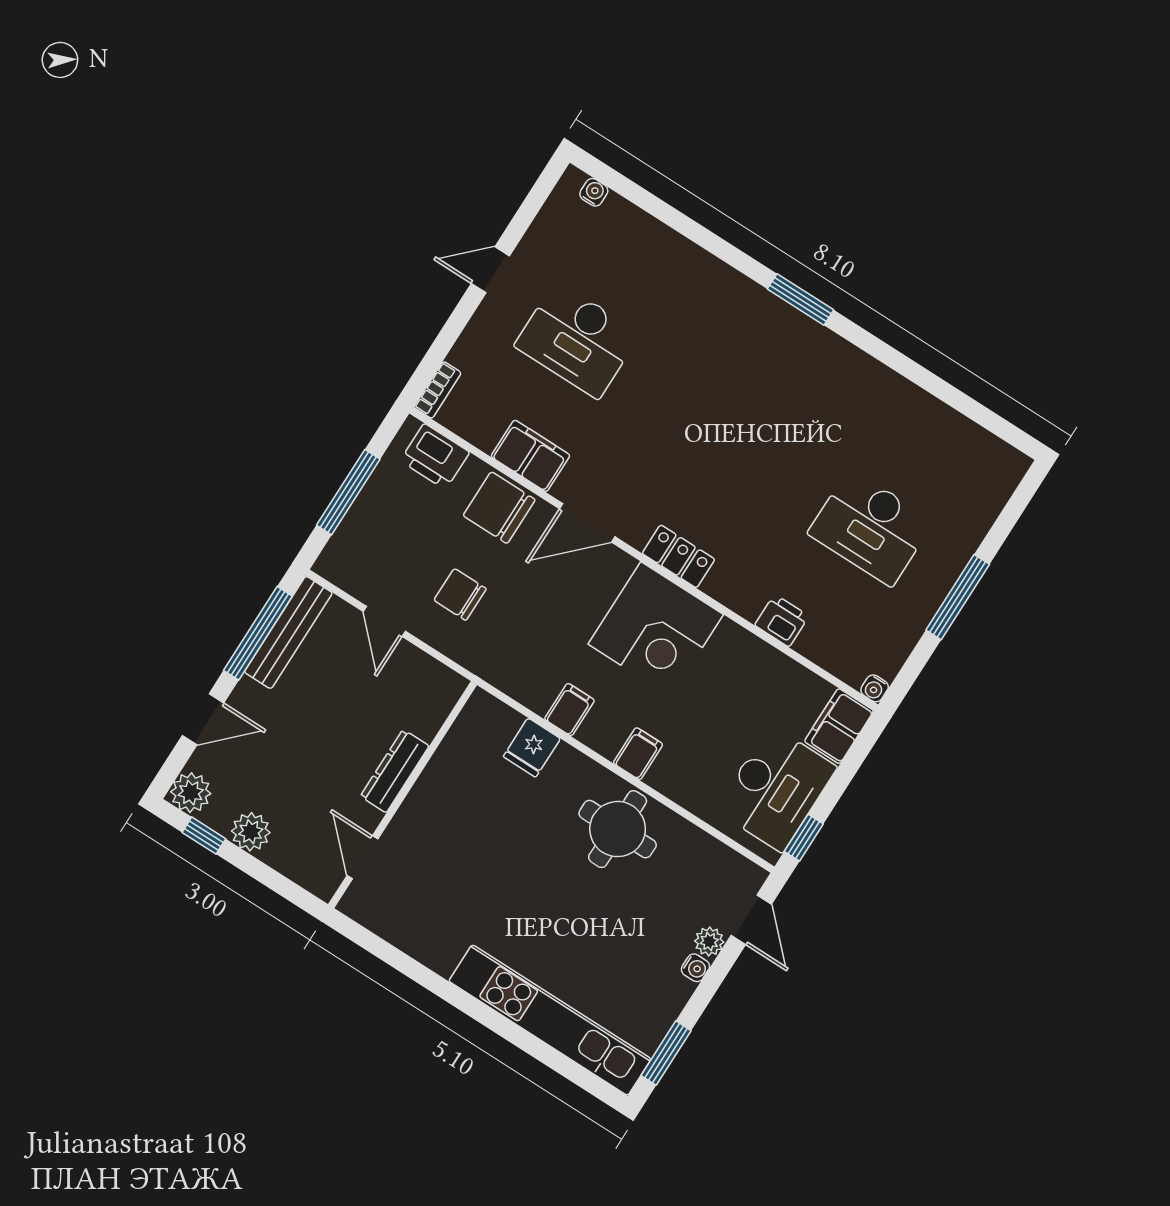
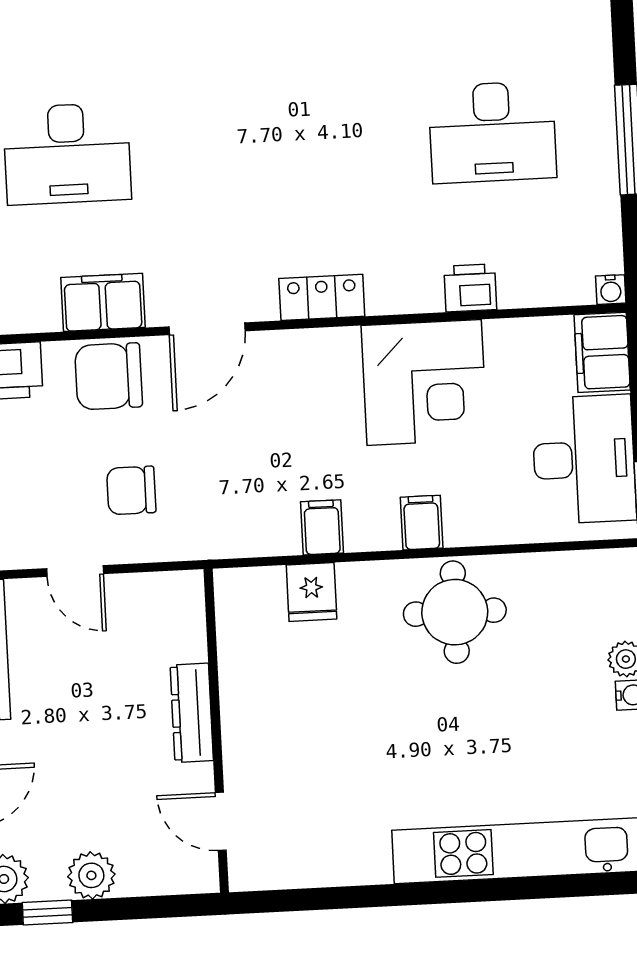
corner desk: (656, 629) -> (424, 382), moved

